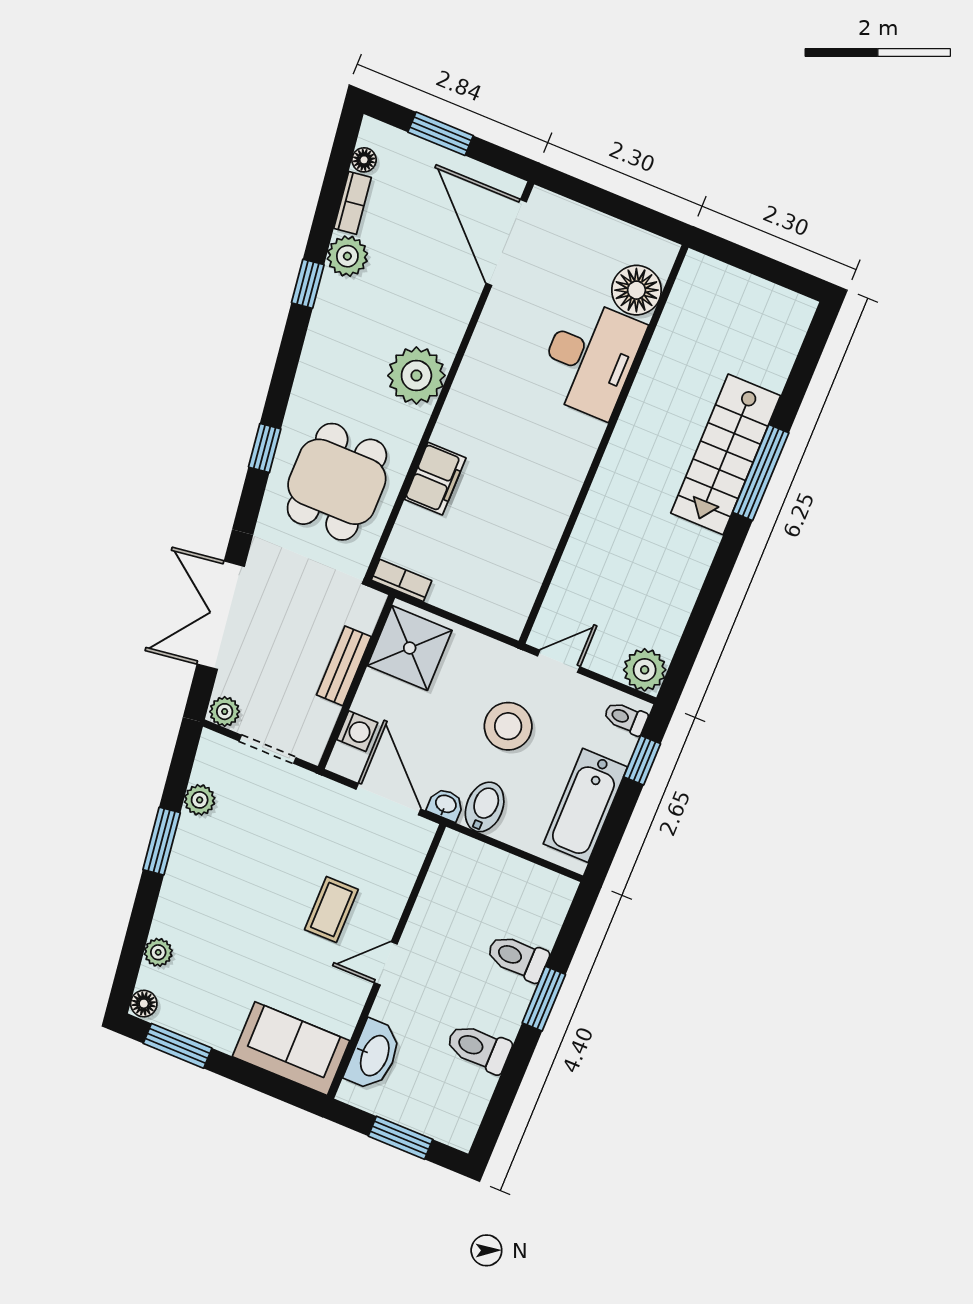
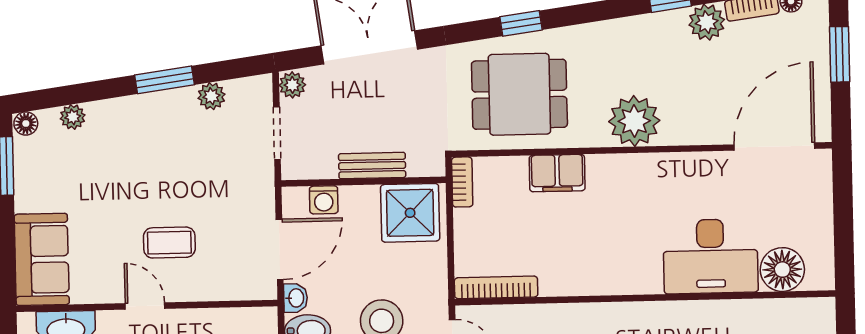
bookcase: (525, 593) -> (496, 287), added

